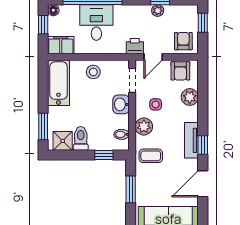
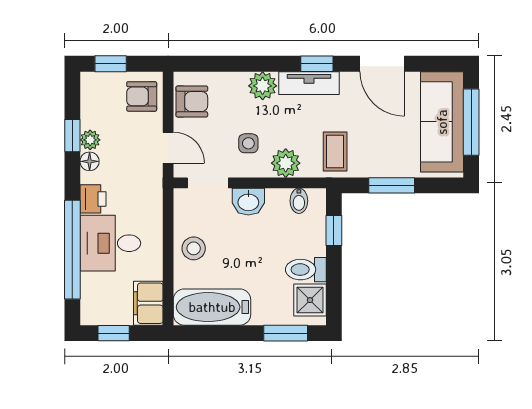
floor lamp: (53, 10) -> (90, 161), moved
printer: (135, 46) -> (93, 199), moved, turned 180
plant: (190, 97) -> (263, 86), moved

